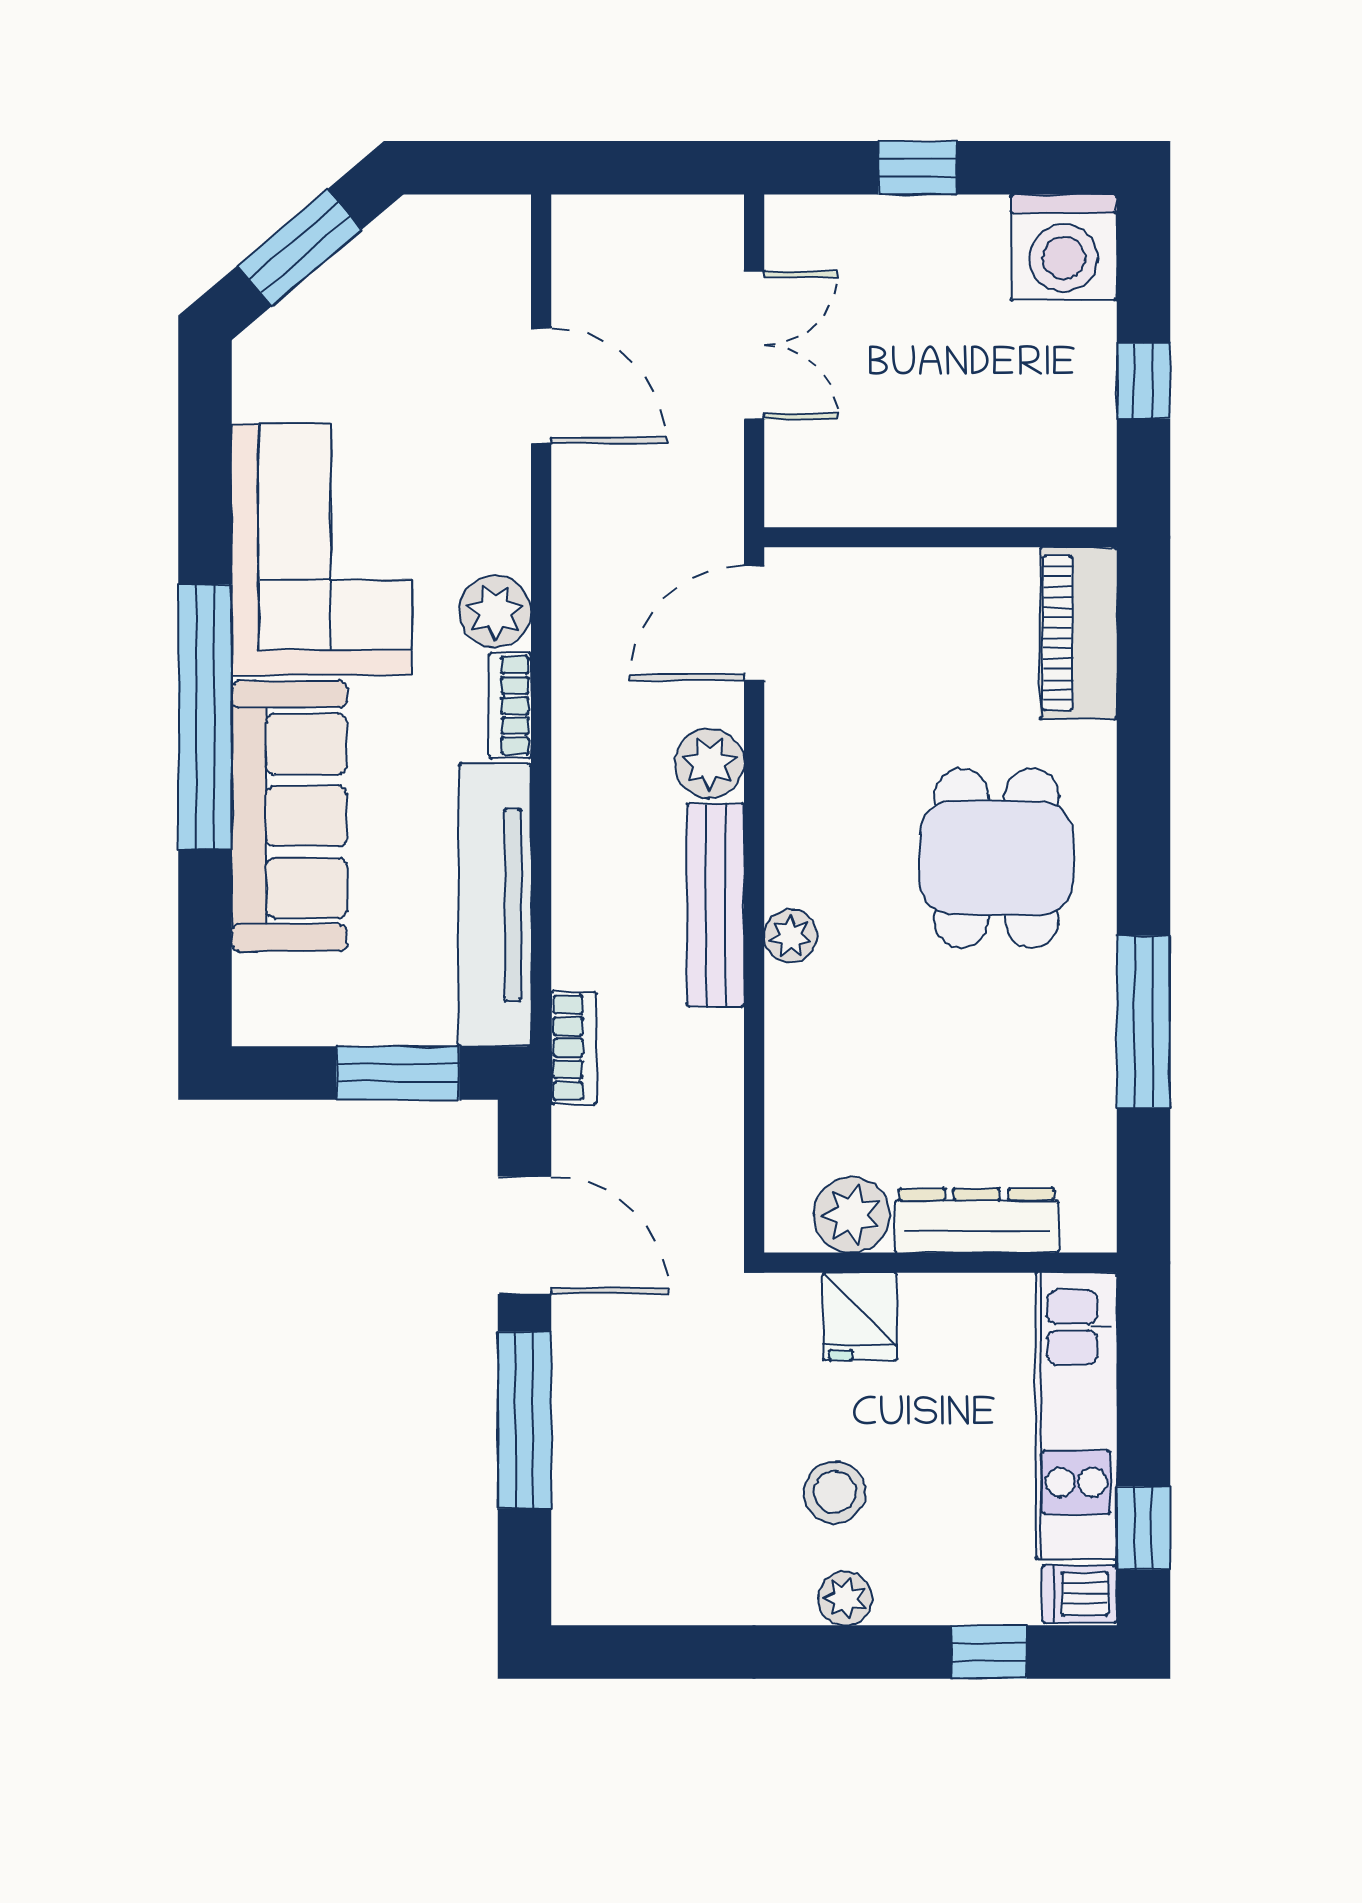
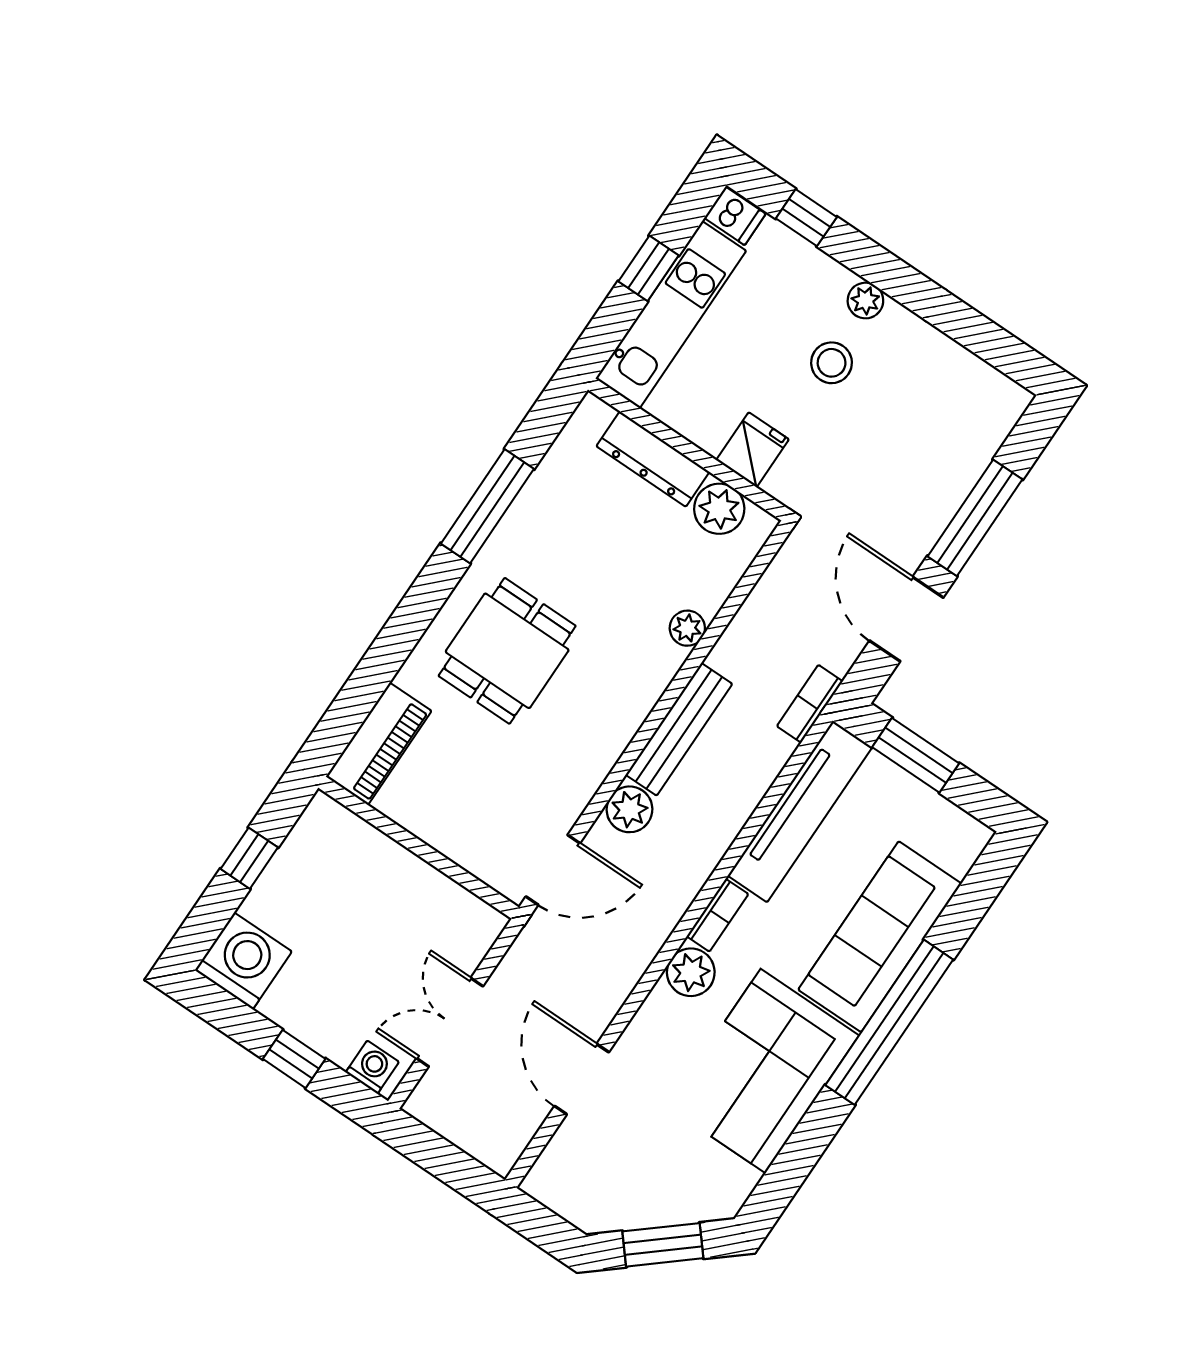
washing machine: (813, 224) -> (372, 1067), added
plant: (791, 936) -> (687, 628), moved
window: (1143, 1528) -> (648, 268), moved

